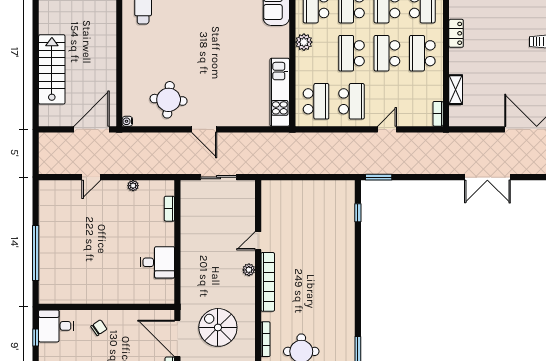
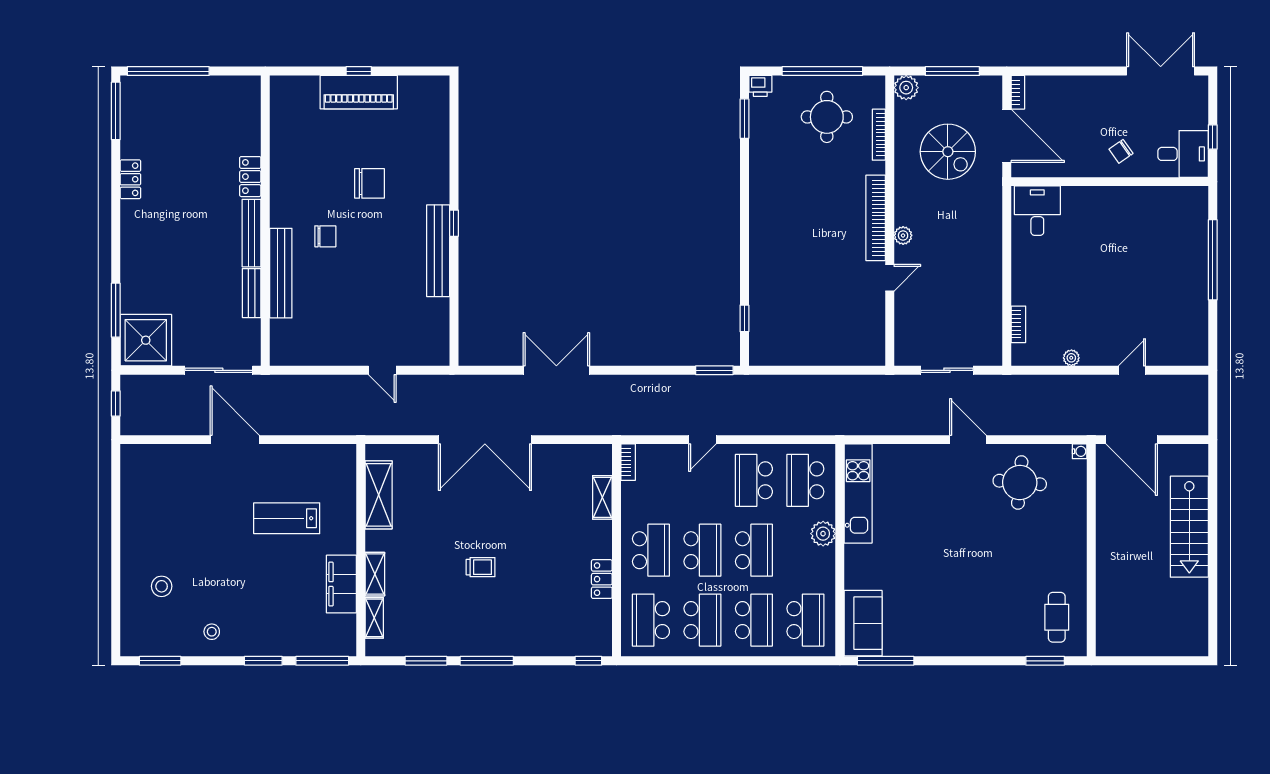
plant: (304, 42) -> (823, 534), moved
door: (92, 129) -> (1132, 440), hinge flipped
desk: (157, 262) -> (1037, 211), moved, turned 90

